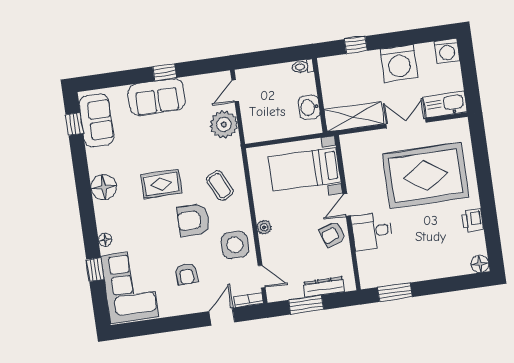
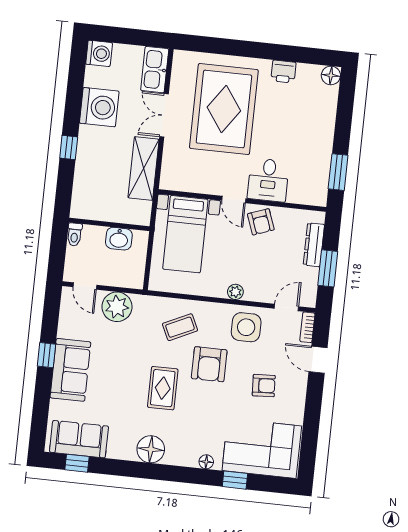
toilet: (303, 67) -> (74, 234), moved
wall: (320, 95) -> (109, 224), moved
washbasin: (309, 107) -> (119, 239), moved

